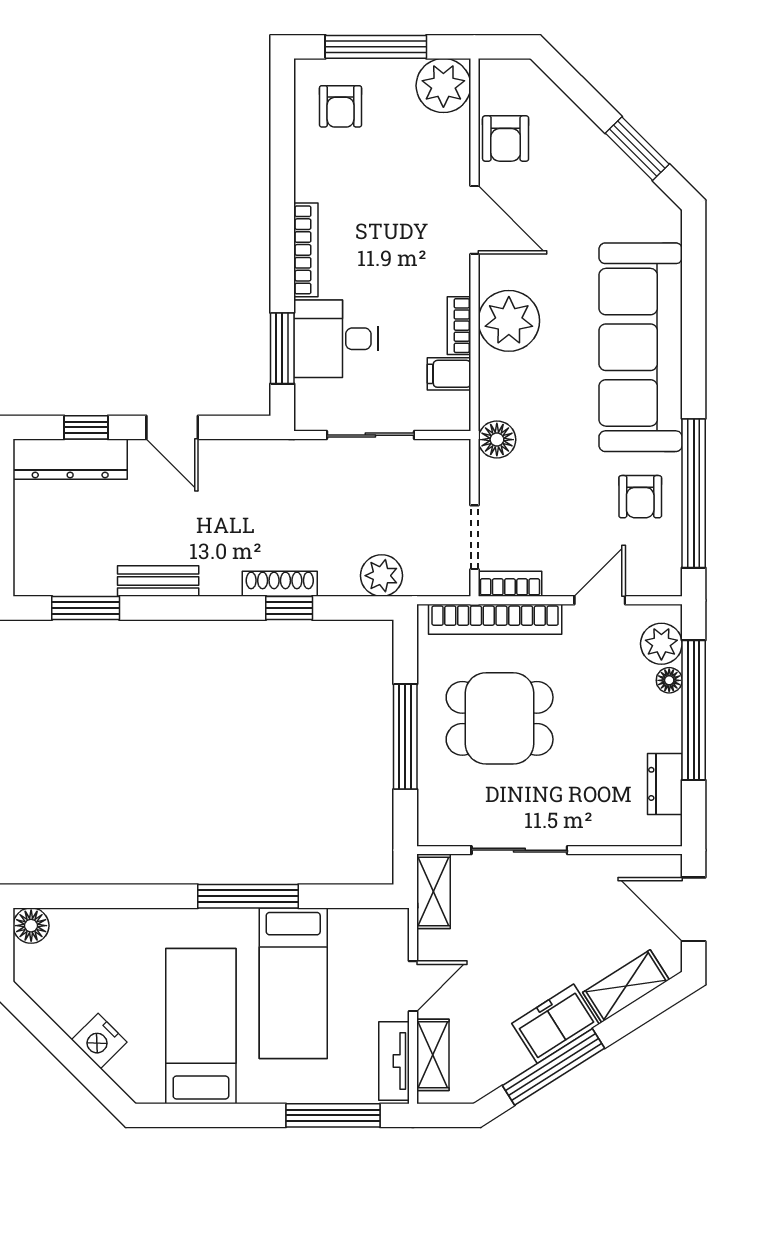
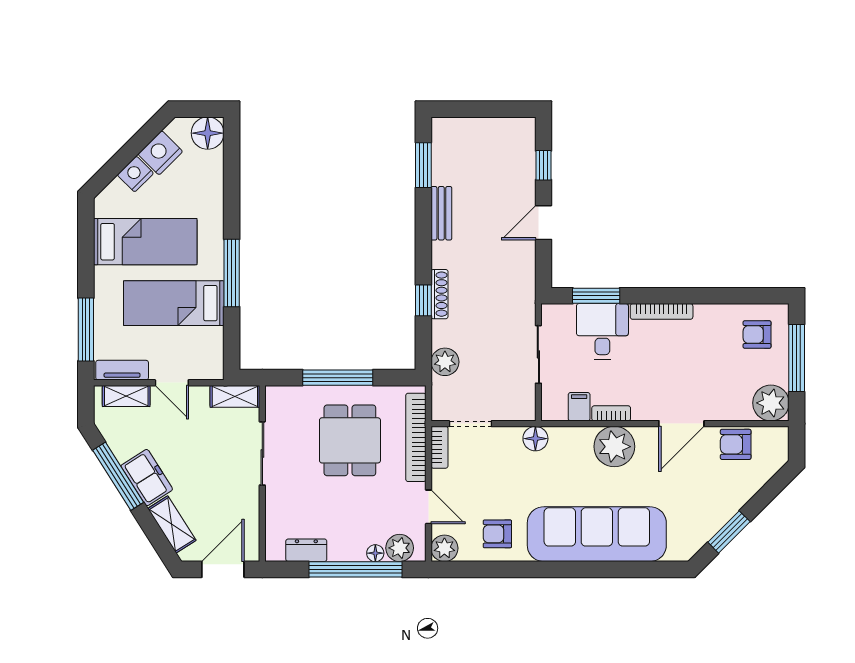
dresser: (70, 459) -> (522, 155), removed
window: (694, 493) -> (500, 569), removed
plant: (662, 576) -> (444, 548), added
floor lamp: (31, 926) -> (208, 133), width x1.38, depth x1.38
nightstand: (67, 1003) -> (160, 153), added

